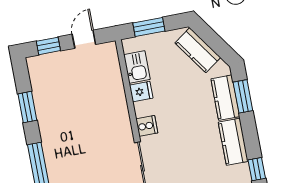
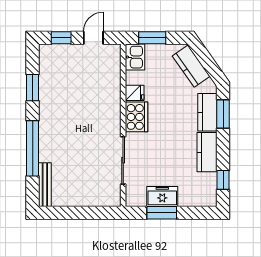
kitchen sink: (137, 67) -> (135, 57), moved
cooker: (147, 126) -> (137, 117), width x1.87, depth x1.31

